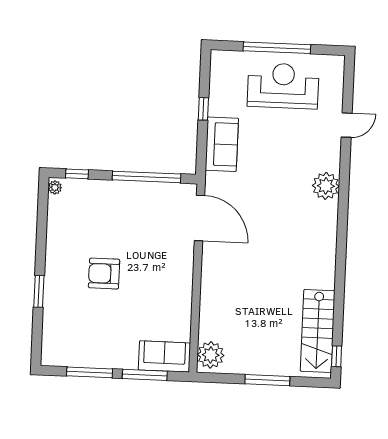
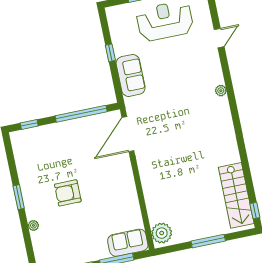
plant: (326, 186) -> (221, 91), width x0.53, depth x0.53
plant: (55, 187) -> (33, 225), moved
door: (200, 218) -> (128, 134), swing flipped
window: (39, 291) -> (19, 197), moved

